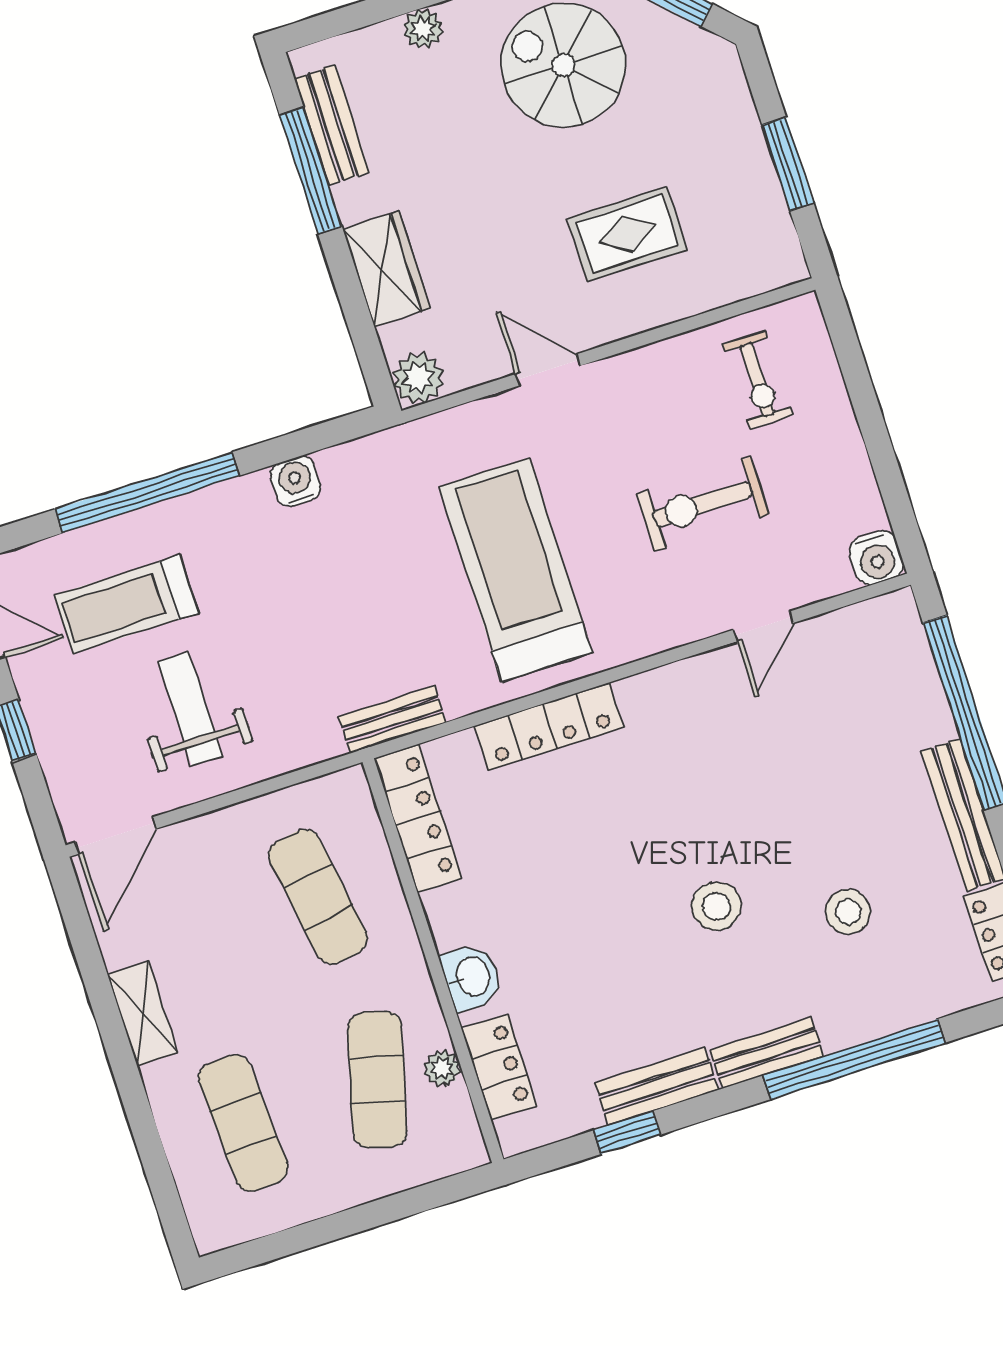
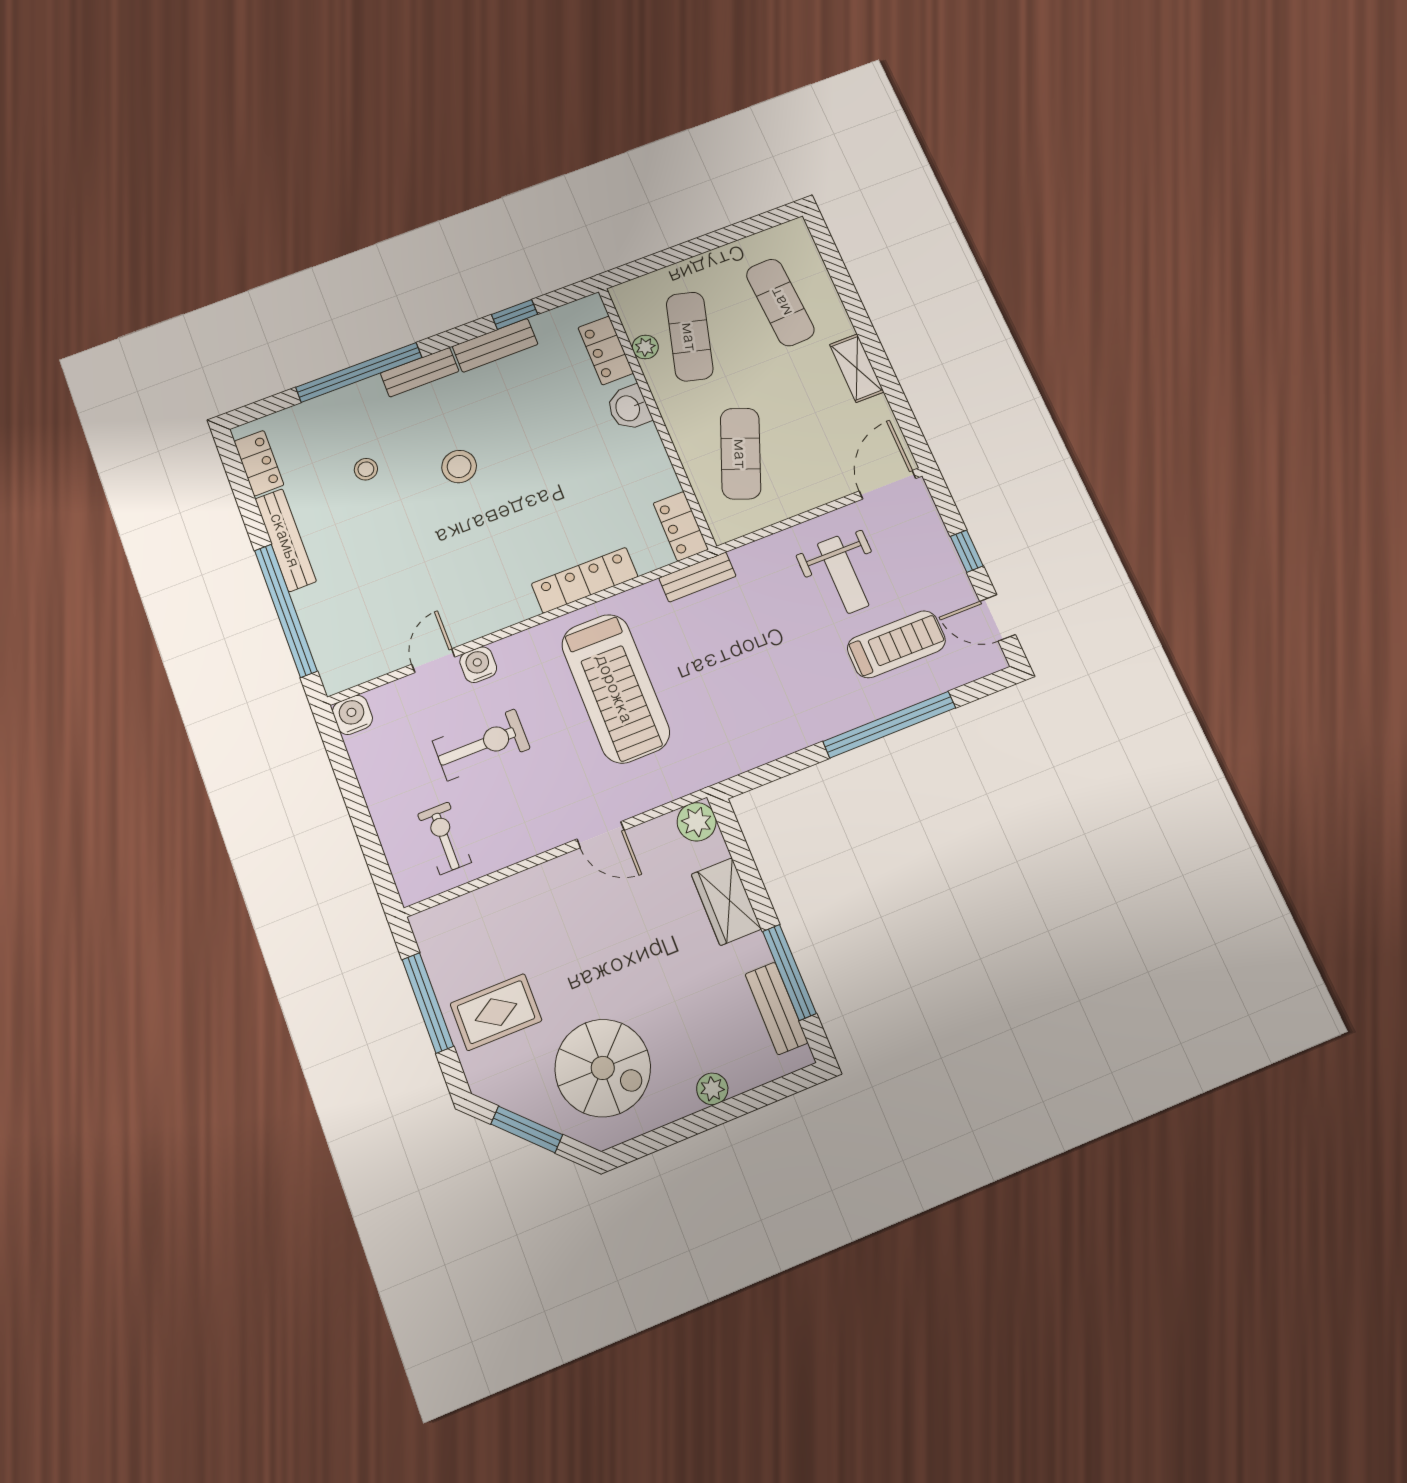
window: (788, 164) -> (428, 1003), width x1.44
rug: (627, 234) -> (496, 1012), moved
water cooler: (296, 481) -> (478, 665), moved, turned 180
locker: (418, 818) -> (681, 526), width x0.66
exercise mat: (318, 897) -> (741, 454), turned 30
stool: (848, 912) -> (366, 469), width x0.73, depth x0.73

